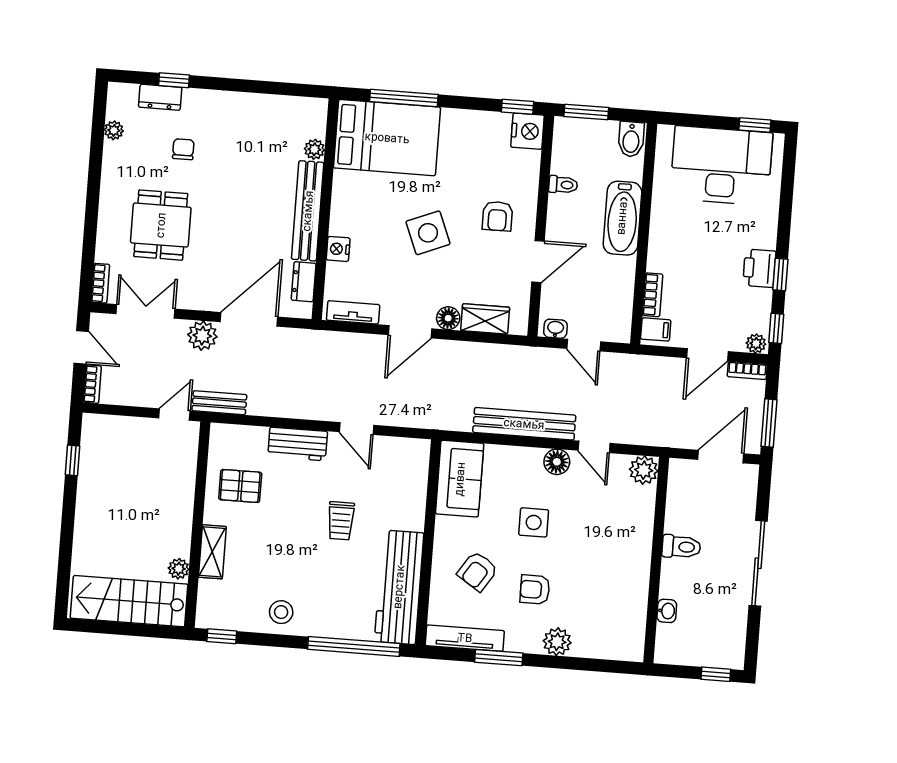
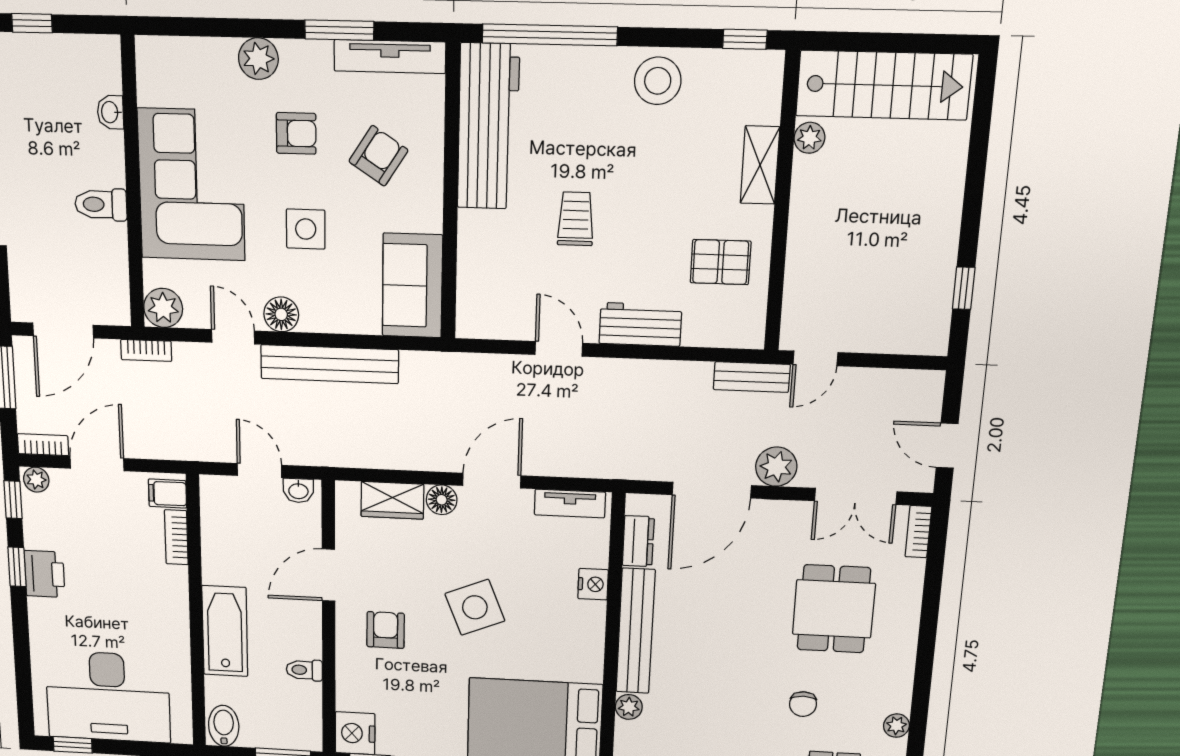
bookcase: (92, 384) -> (146, 350), moved, turned -90
corner sofa: (614, 557) -> (191, 185), added
stool: (281, 612) -> (658, 81), width x1.38, depth x1.38

